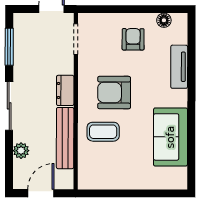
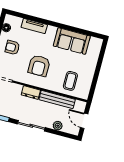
coffee table: (103, 132) -> (70, 81), moved

